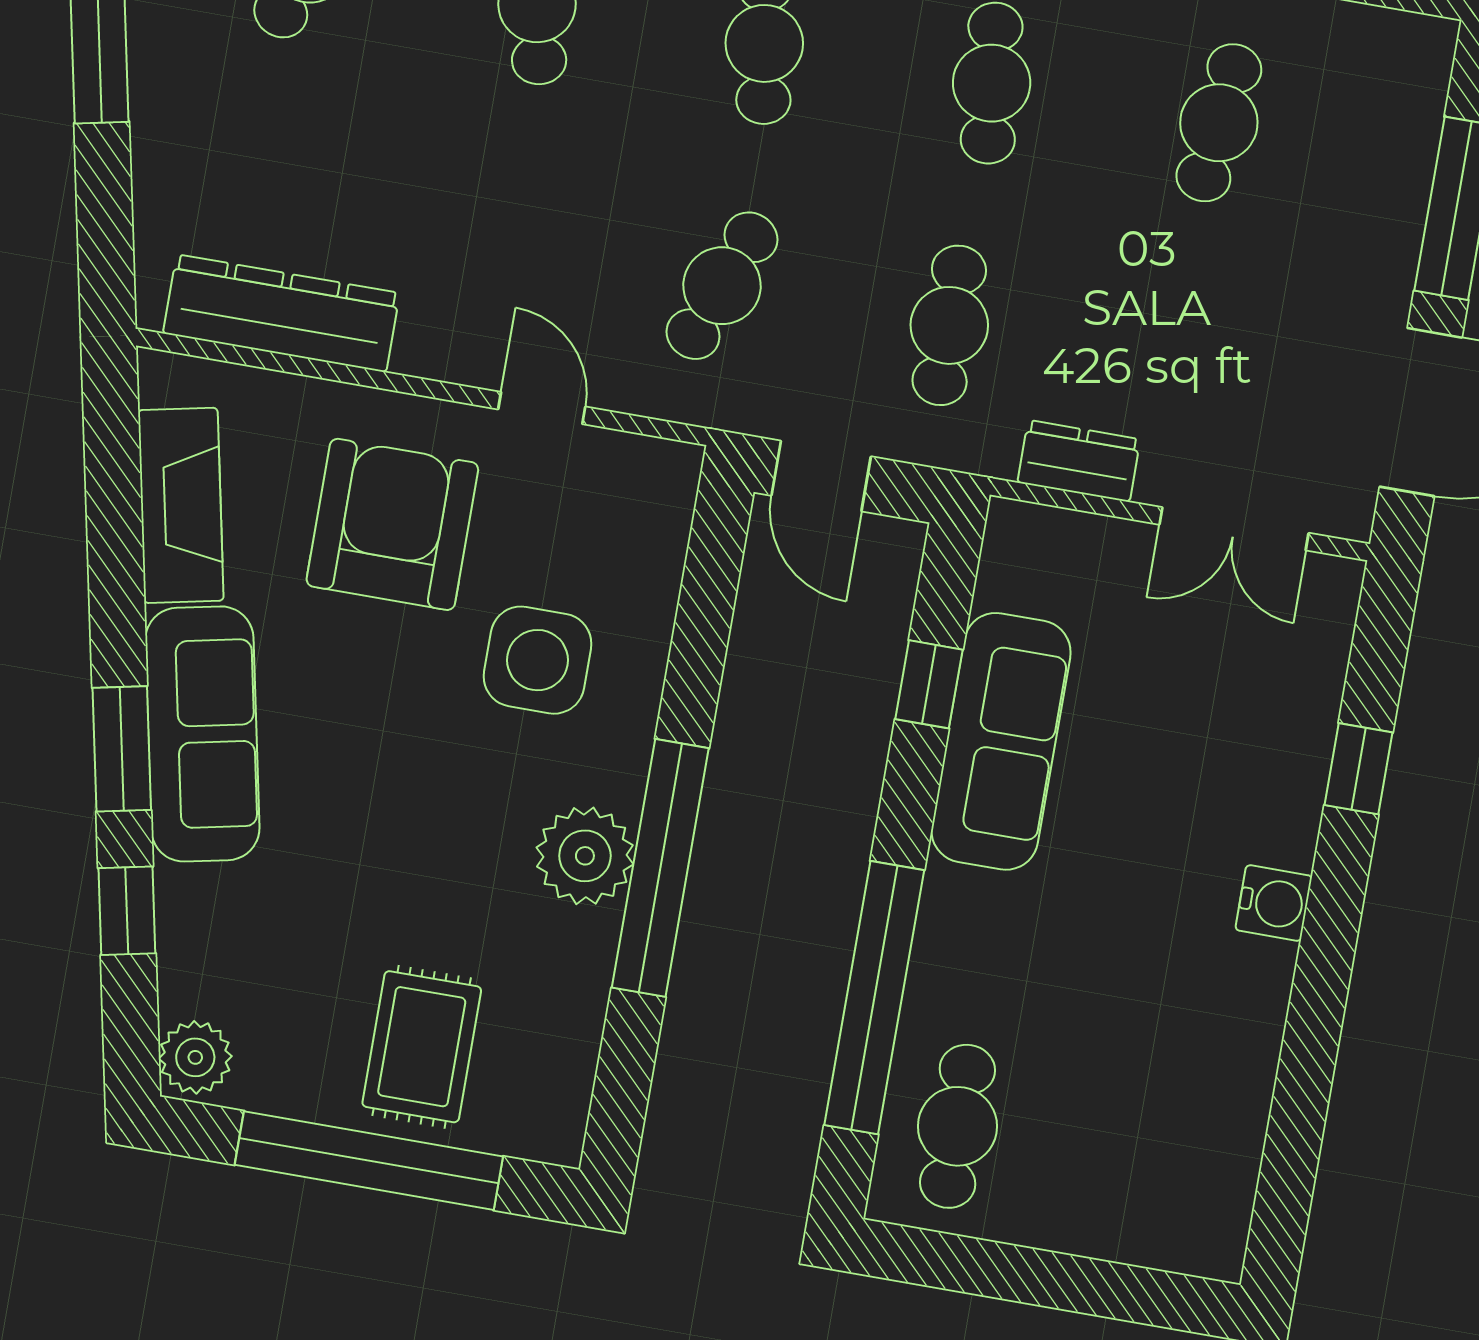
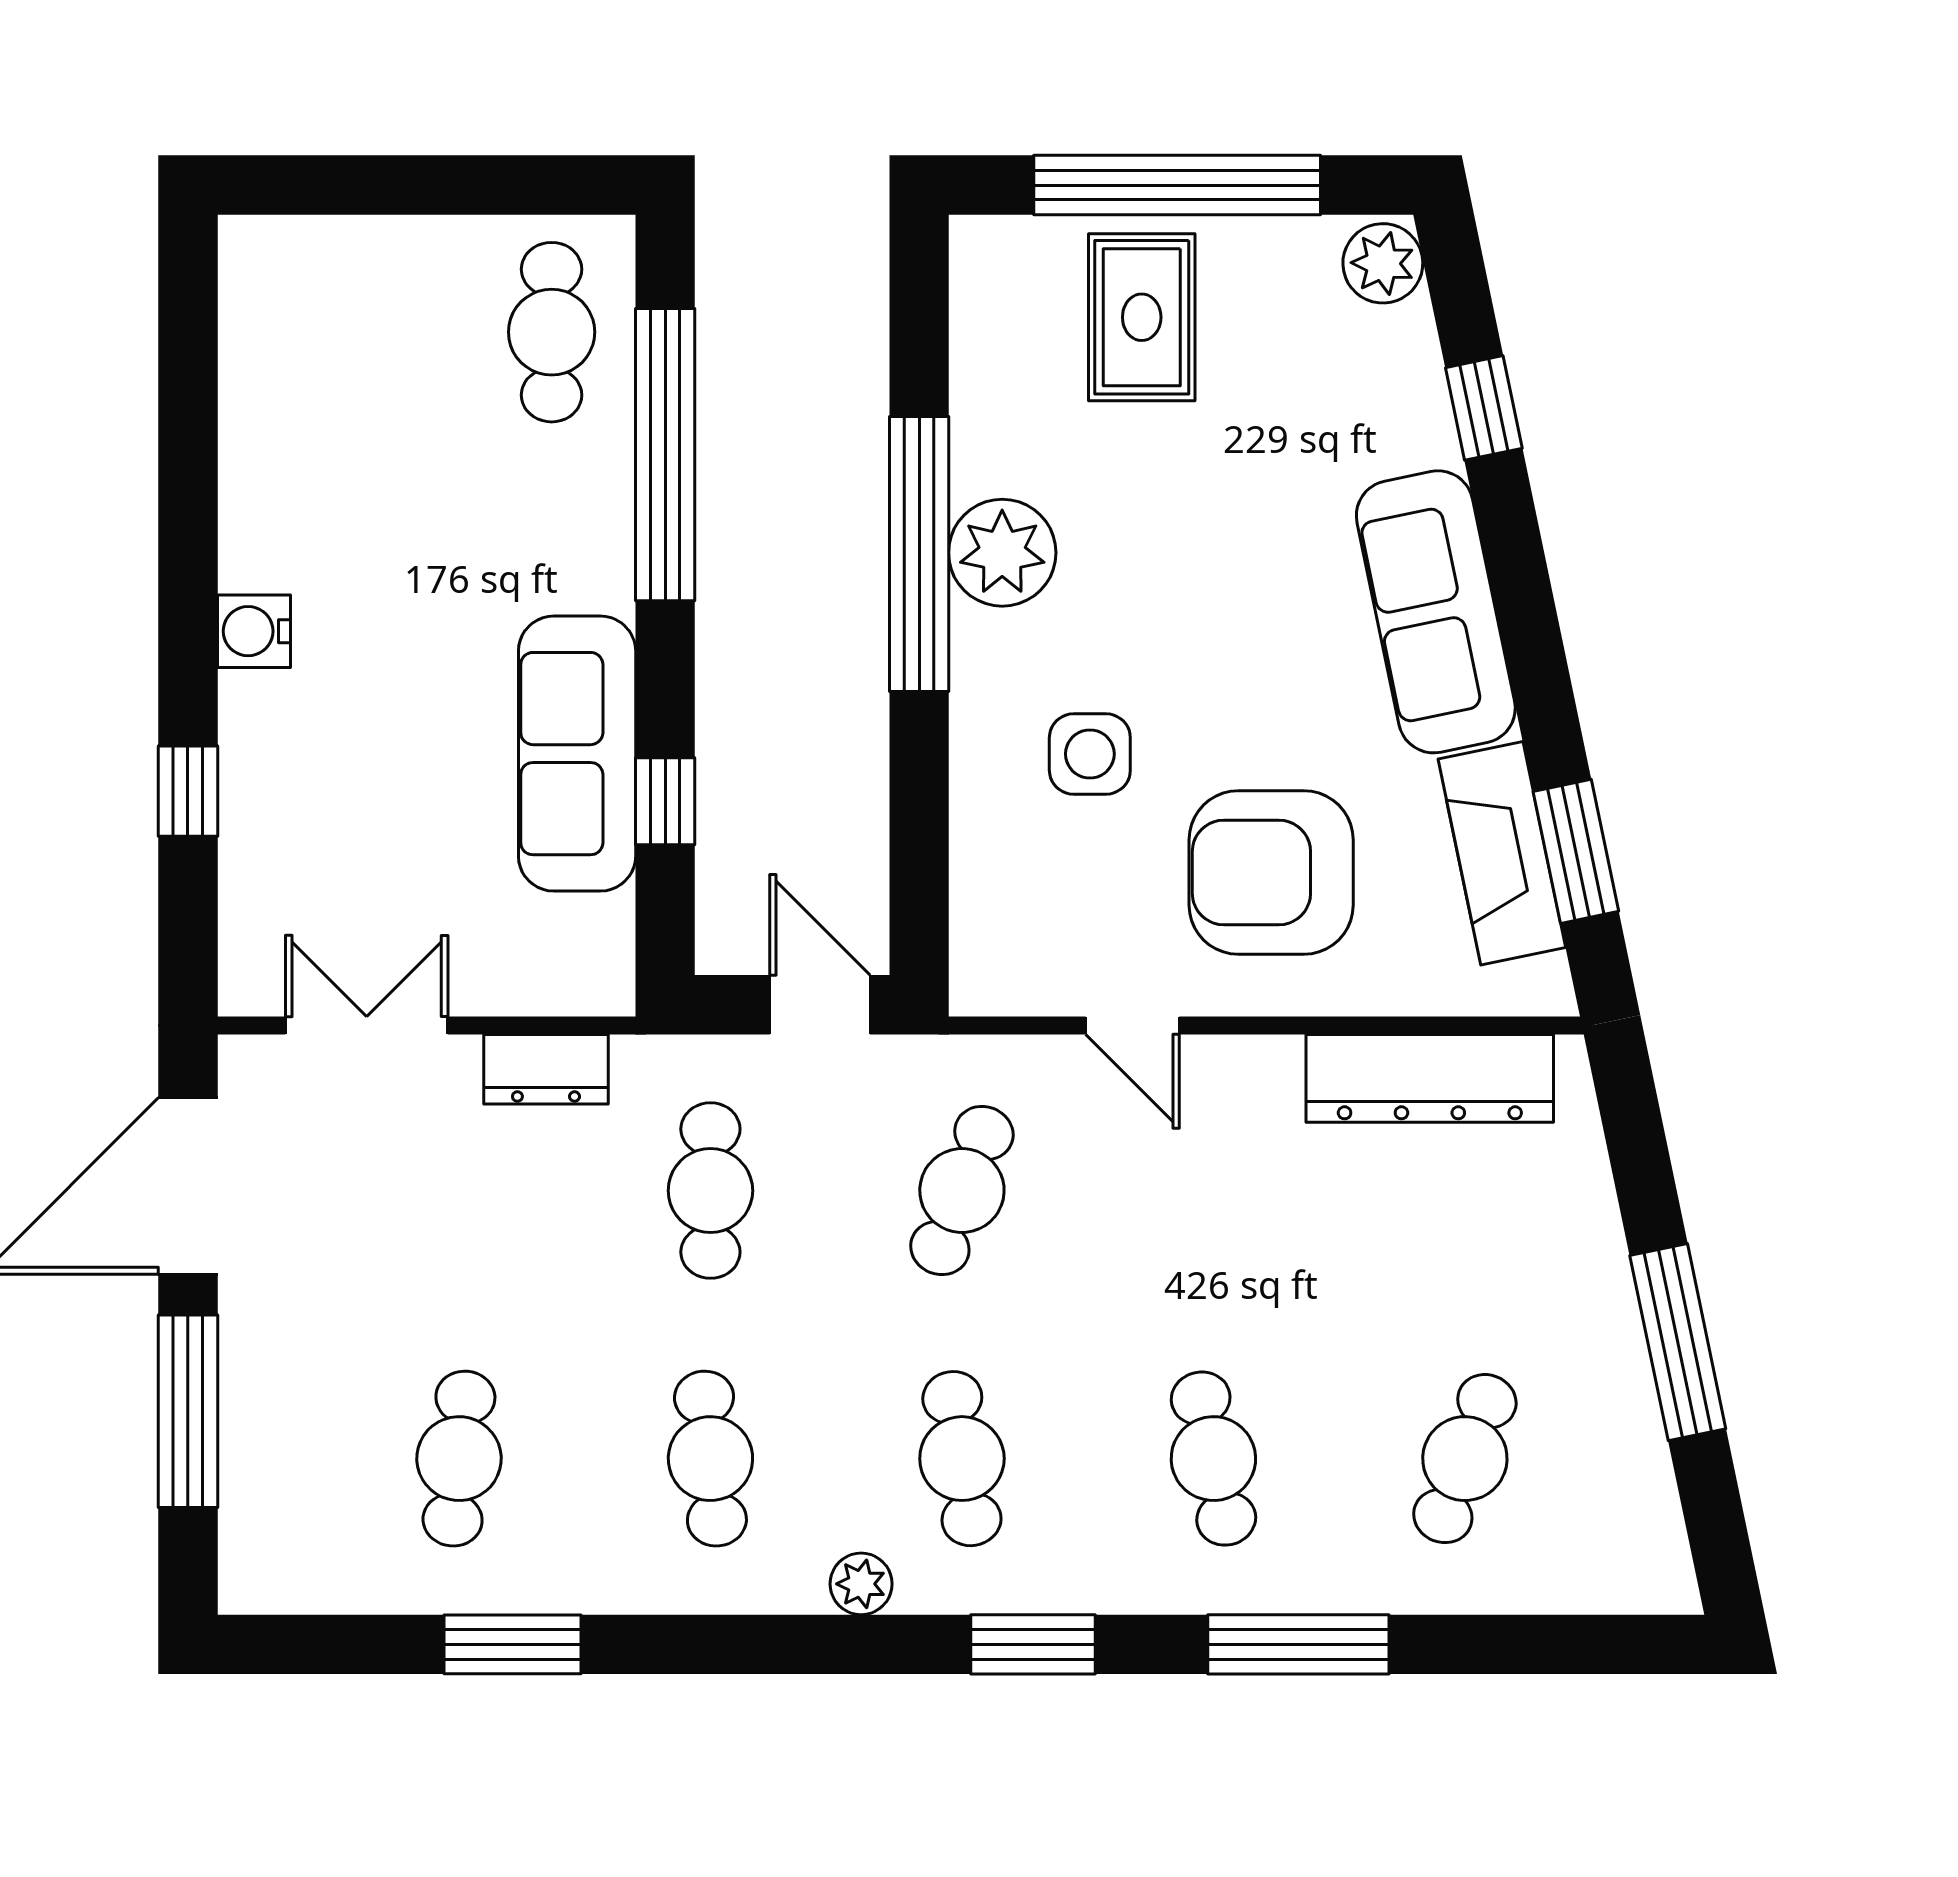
armchair: (392, 524) -> (1271, 872), turned 90
side table: (538, 660) -> (1090, 754), width x0.73, depth x0.73
window: (122, 749) -> (1576, 851), moved

